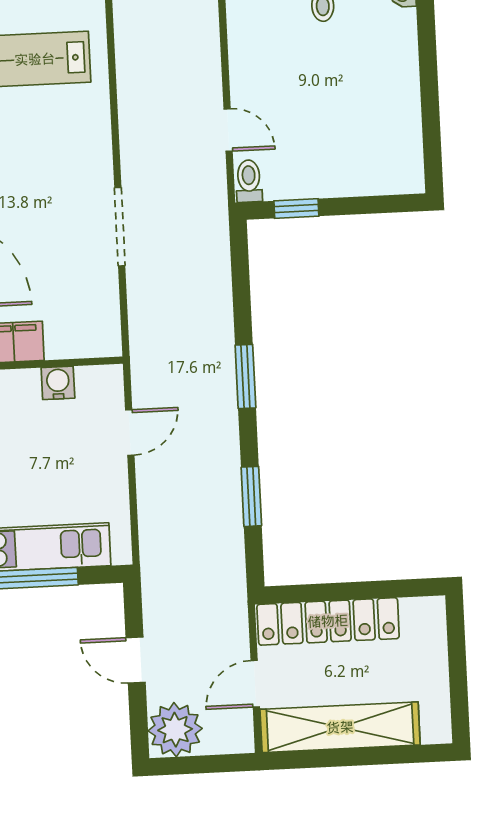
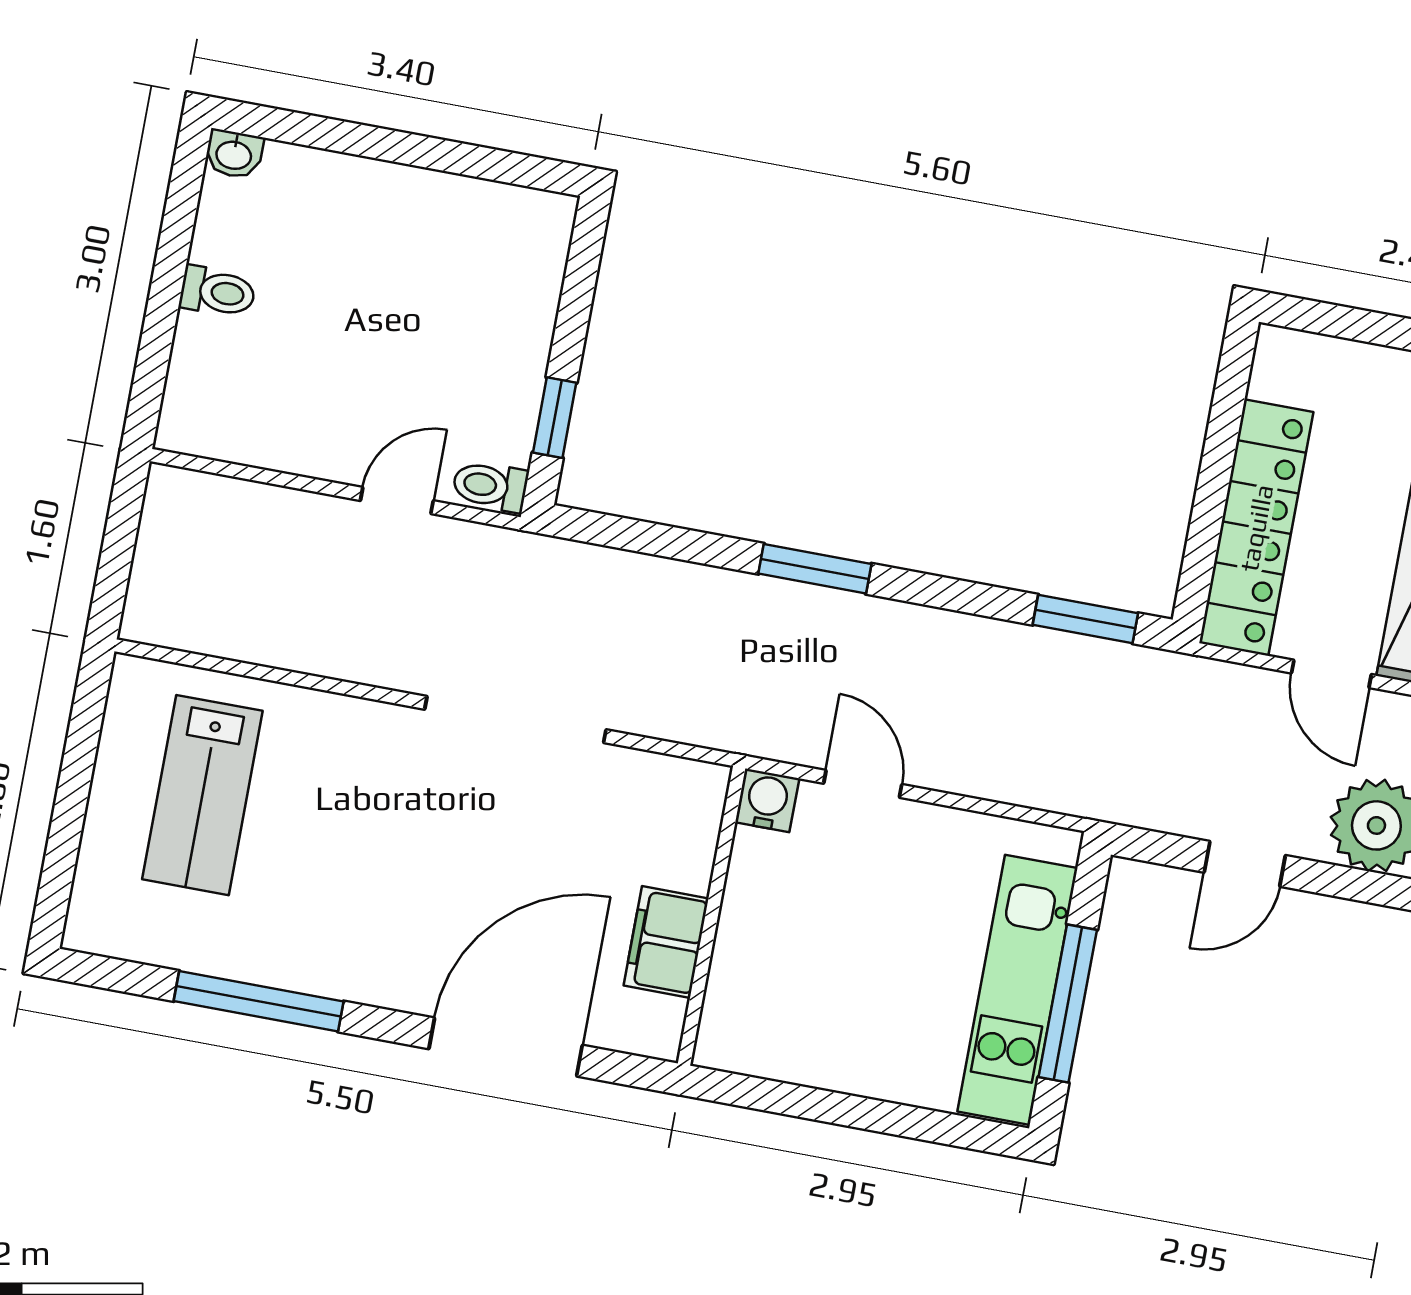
doorway: (120, 227) -> (515, 719), width x1.36
water cooler: (58, 383) -> (767, 800), moved, turned 90
window: (251, 496) -> (1085, 619), moved

